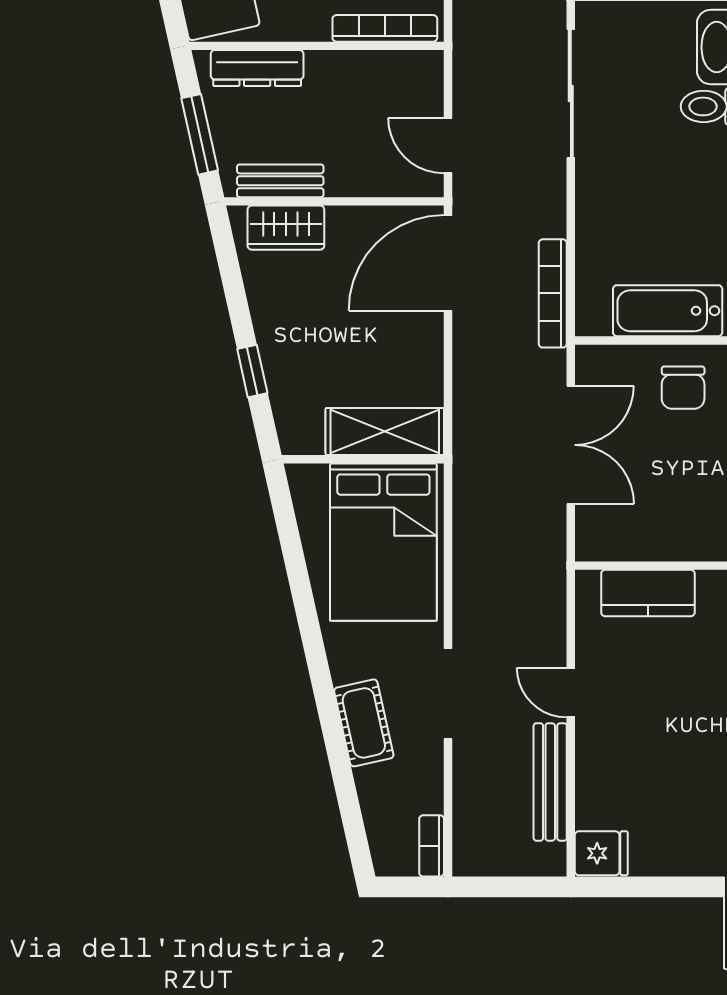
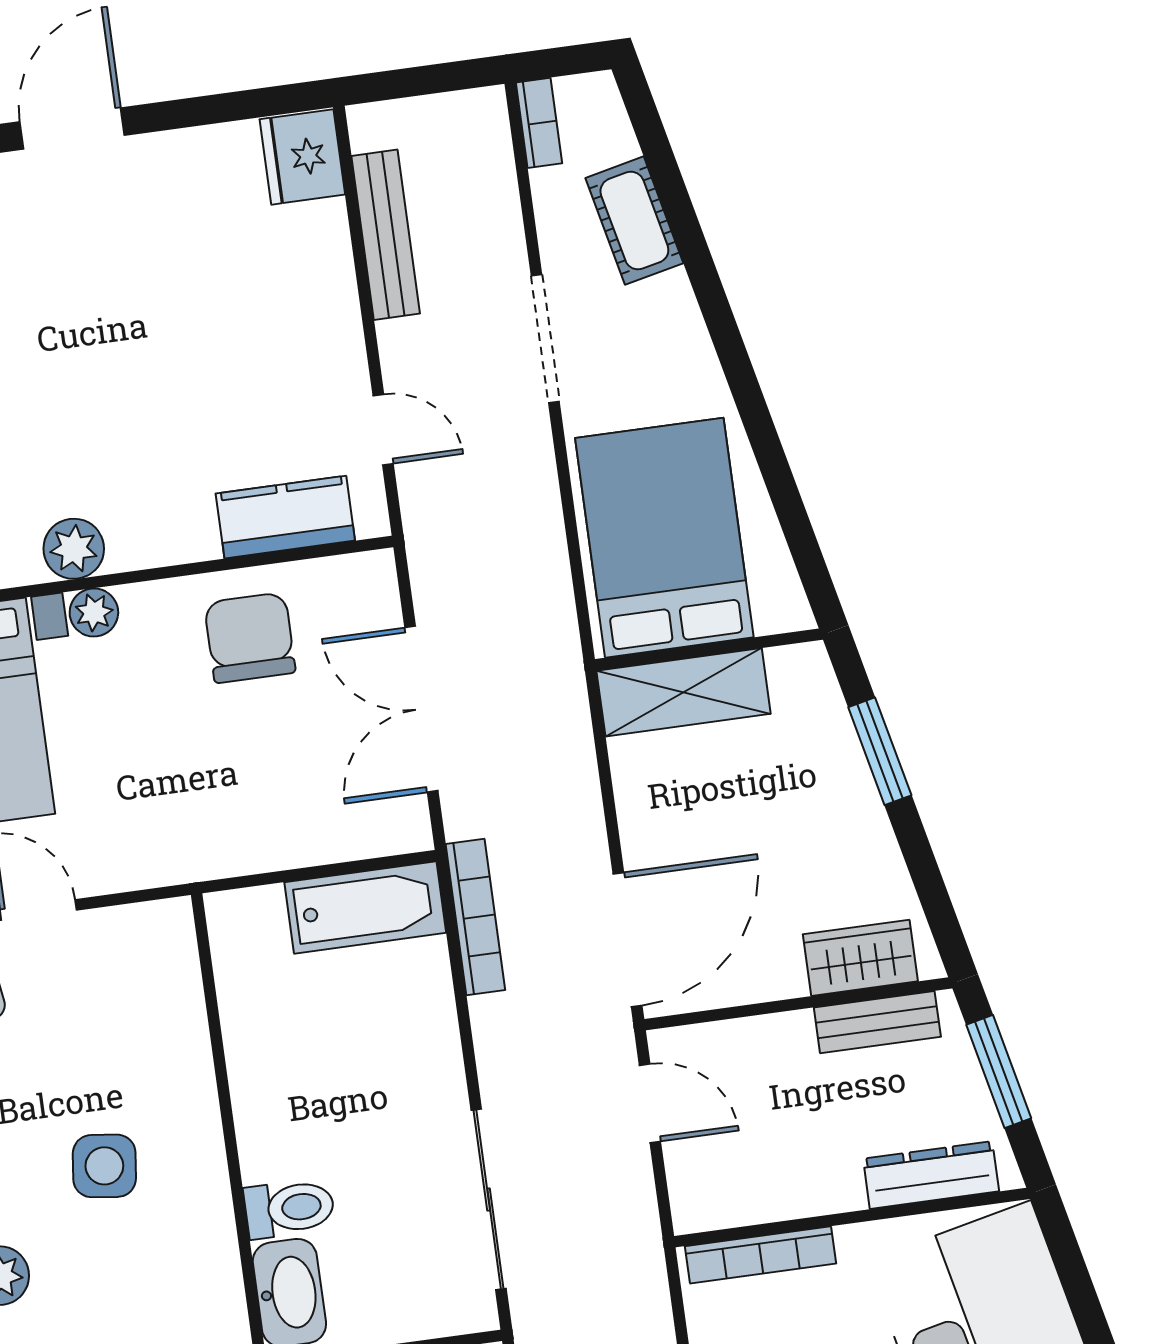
bathtub: (668, 311) -> (365, 908), moved
window: (252, 371) -> (880, 751), width x1.50
chair: (683, 388) -> (250, 638), moved, width x1.37, depth x1.37
door: (571, 693) -> (383, 430), moved
cot: (364, 723) -> (634, 221), moved
fridge: (601, 853) -> (302, 157), width x1.38

